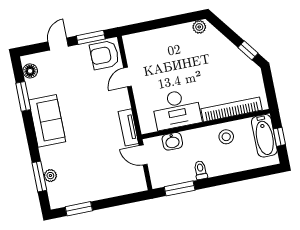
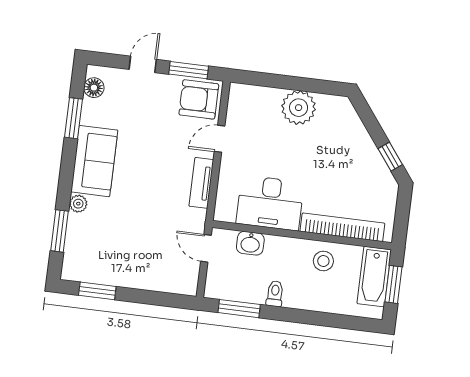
plant: (199, 27) -> (299, 108), moved, width x1.88, depth x1.88
tv unit: (128, 127) -> (201, 183), moved
window: (279, 137) -> (393, 284), width x1.50
plant: (50, 176) -> (78, 204), moved

